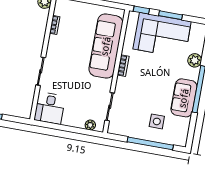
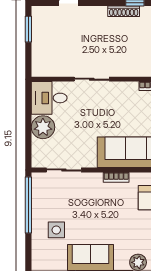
plant: (90, 125) -> (43, 127), moved, width x1.88, depth x1.88
window: (150, 143) -> (28, 205), moved

